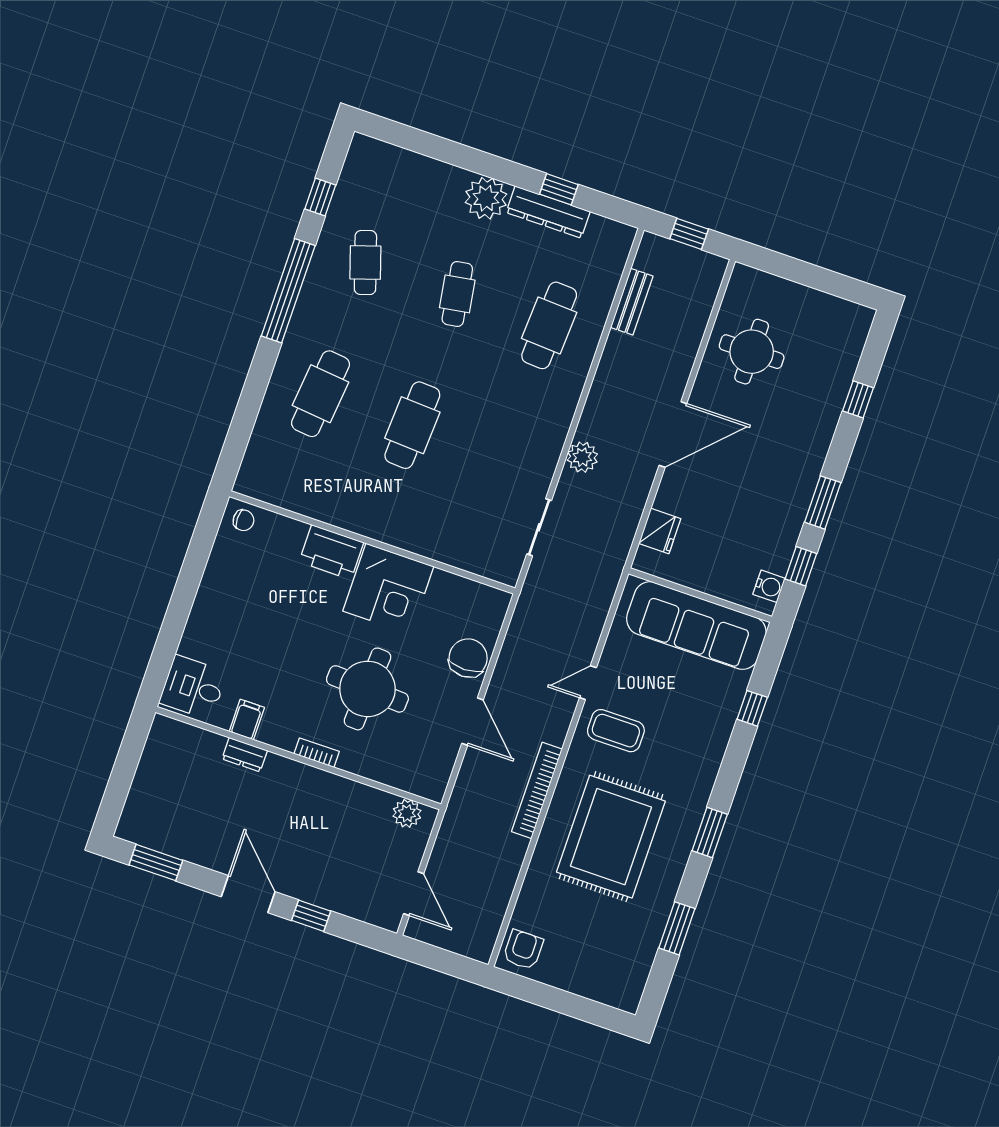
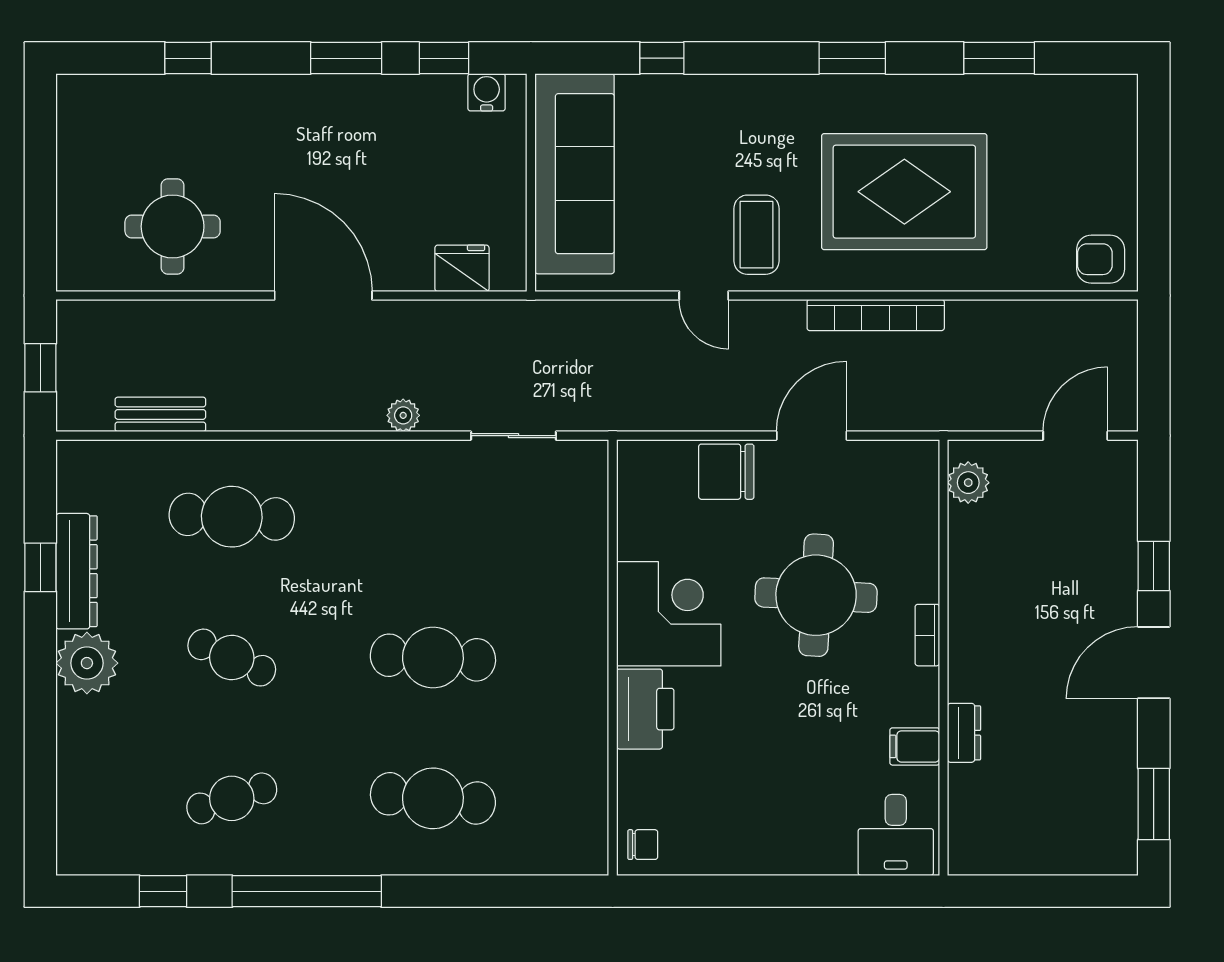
cafe table: (457, 294) -> (232, 658), turned 33
plant: (582, 457) -> (403, 415), width x0.73, depth x0.73
chair: (243, 520) -> (643, 845), turned 90

